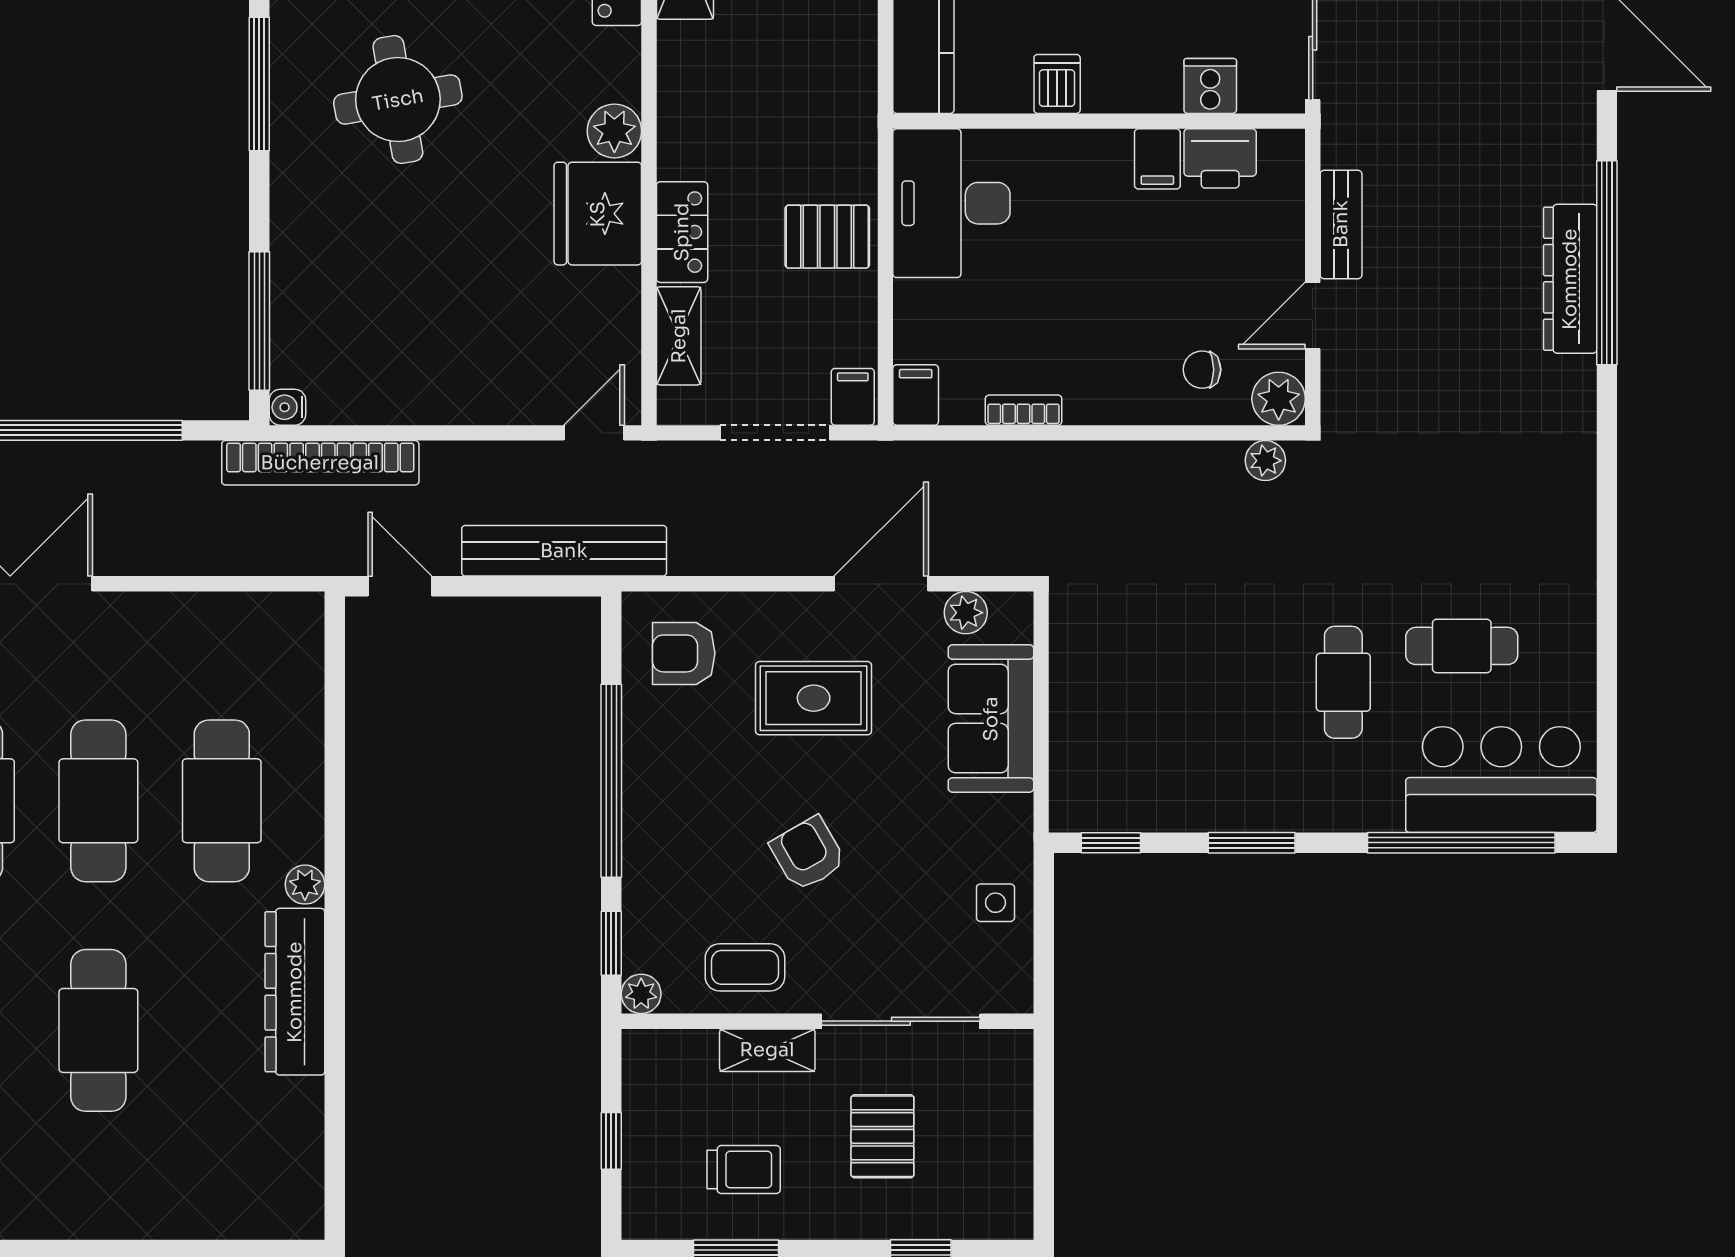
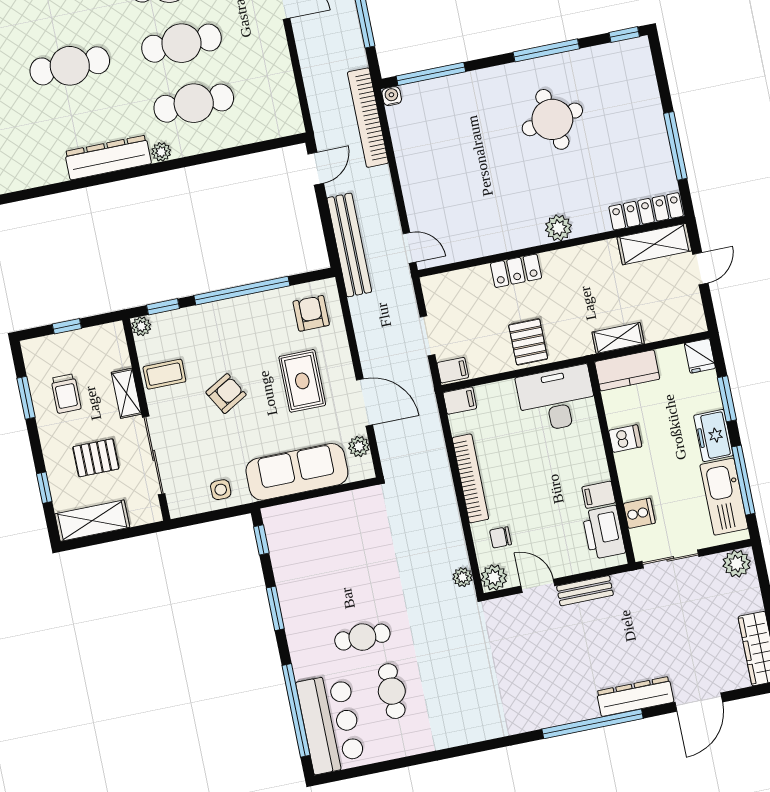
printer: (1220, 158) -> (604, 532), width x1.37, depth x1.19
fridge: (598, 214) -> (517, 228), removed
dresser: (1570, 279) -> (635, 697), moved
shelving: (679, 336) -> (618, 338), moved
chair: (1202, 370) -> (501, 537), turned -90
bookcase: (1024, 410) -> (470, 478), width x2.31, depth x1.31
doorway: (775, 433) -> (427, 336), width x0.73
sofa: (991, 719) -> (297, 472), width x1.36
coffee table: (745, 967) -> (164, 374), turned 90
shelving: (1005, 1169) -> (92, 521), added

